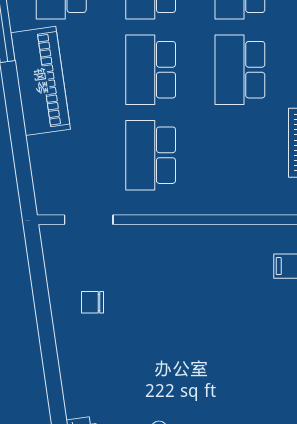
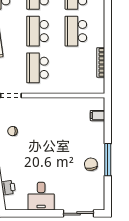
chair: (275, 379) -> (91, 164), added

